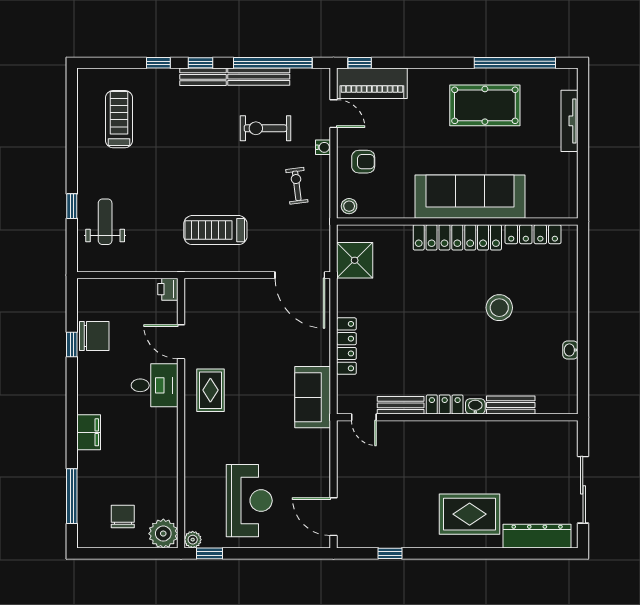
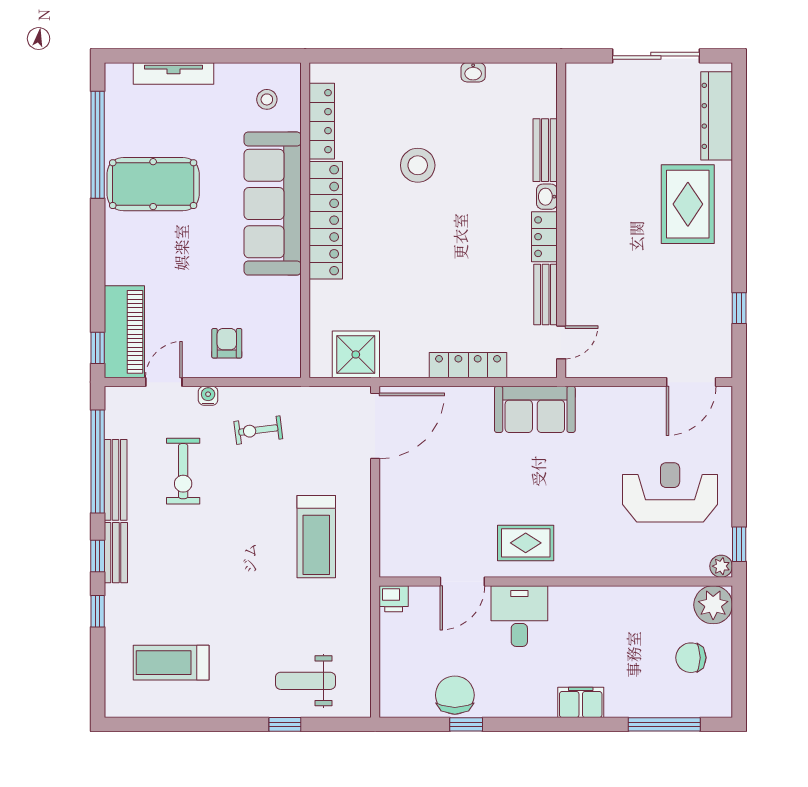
pool table: (485, 105) -> (153, 184), turned 90
stool: (349, 206) -> (267, 99), moved

